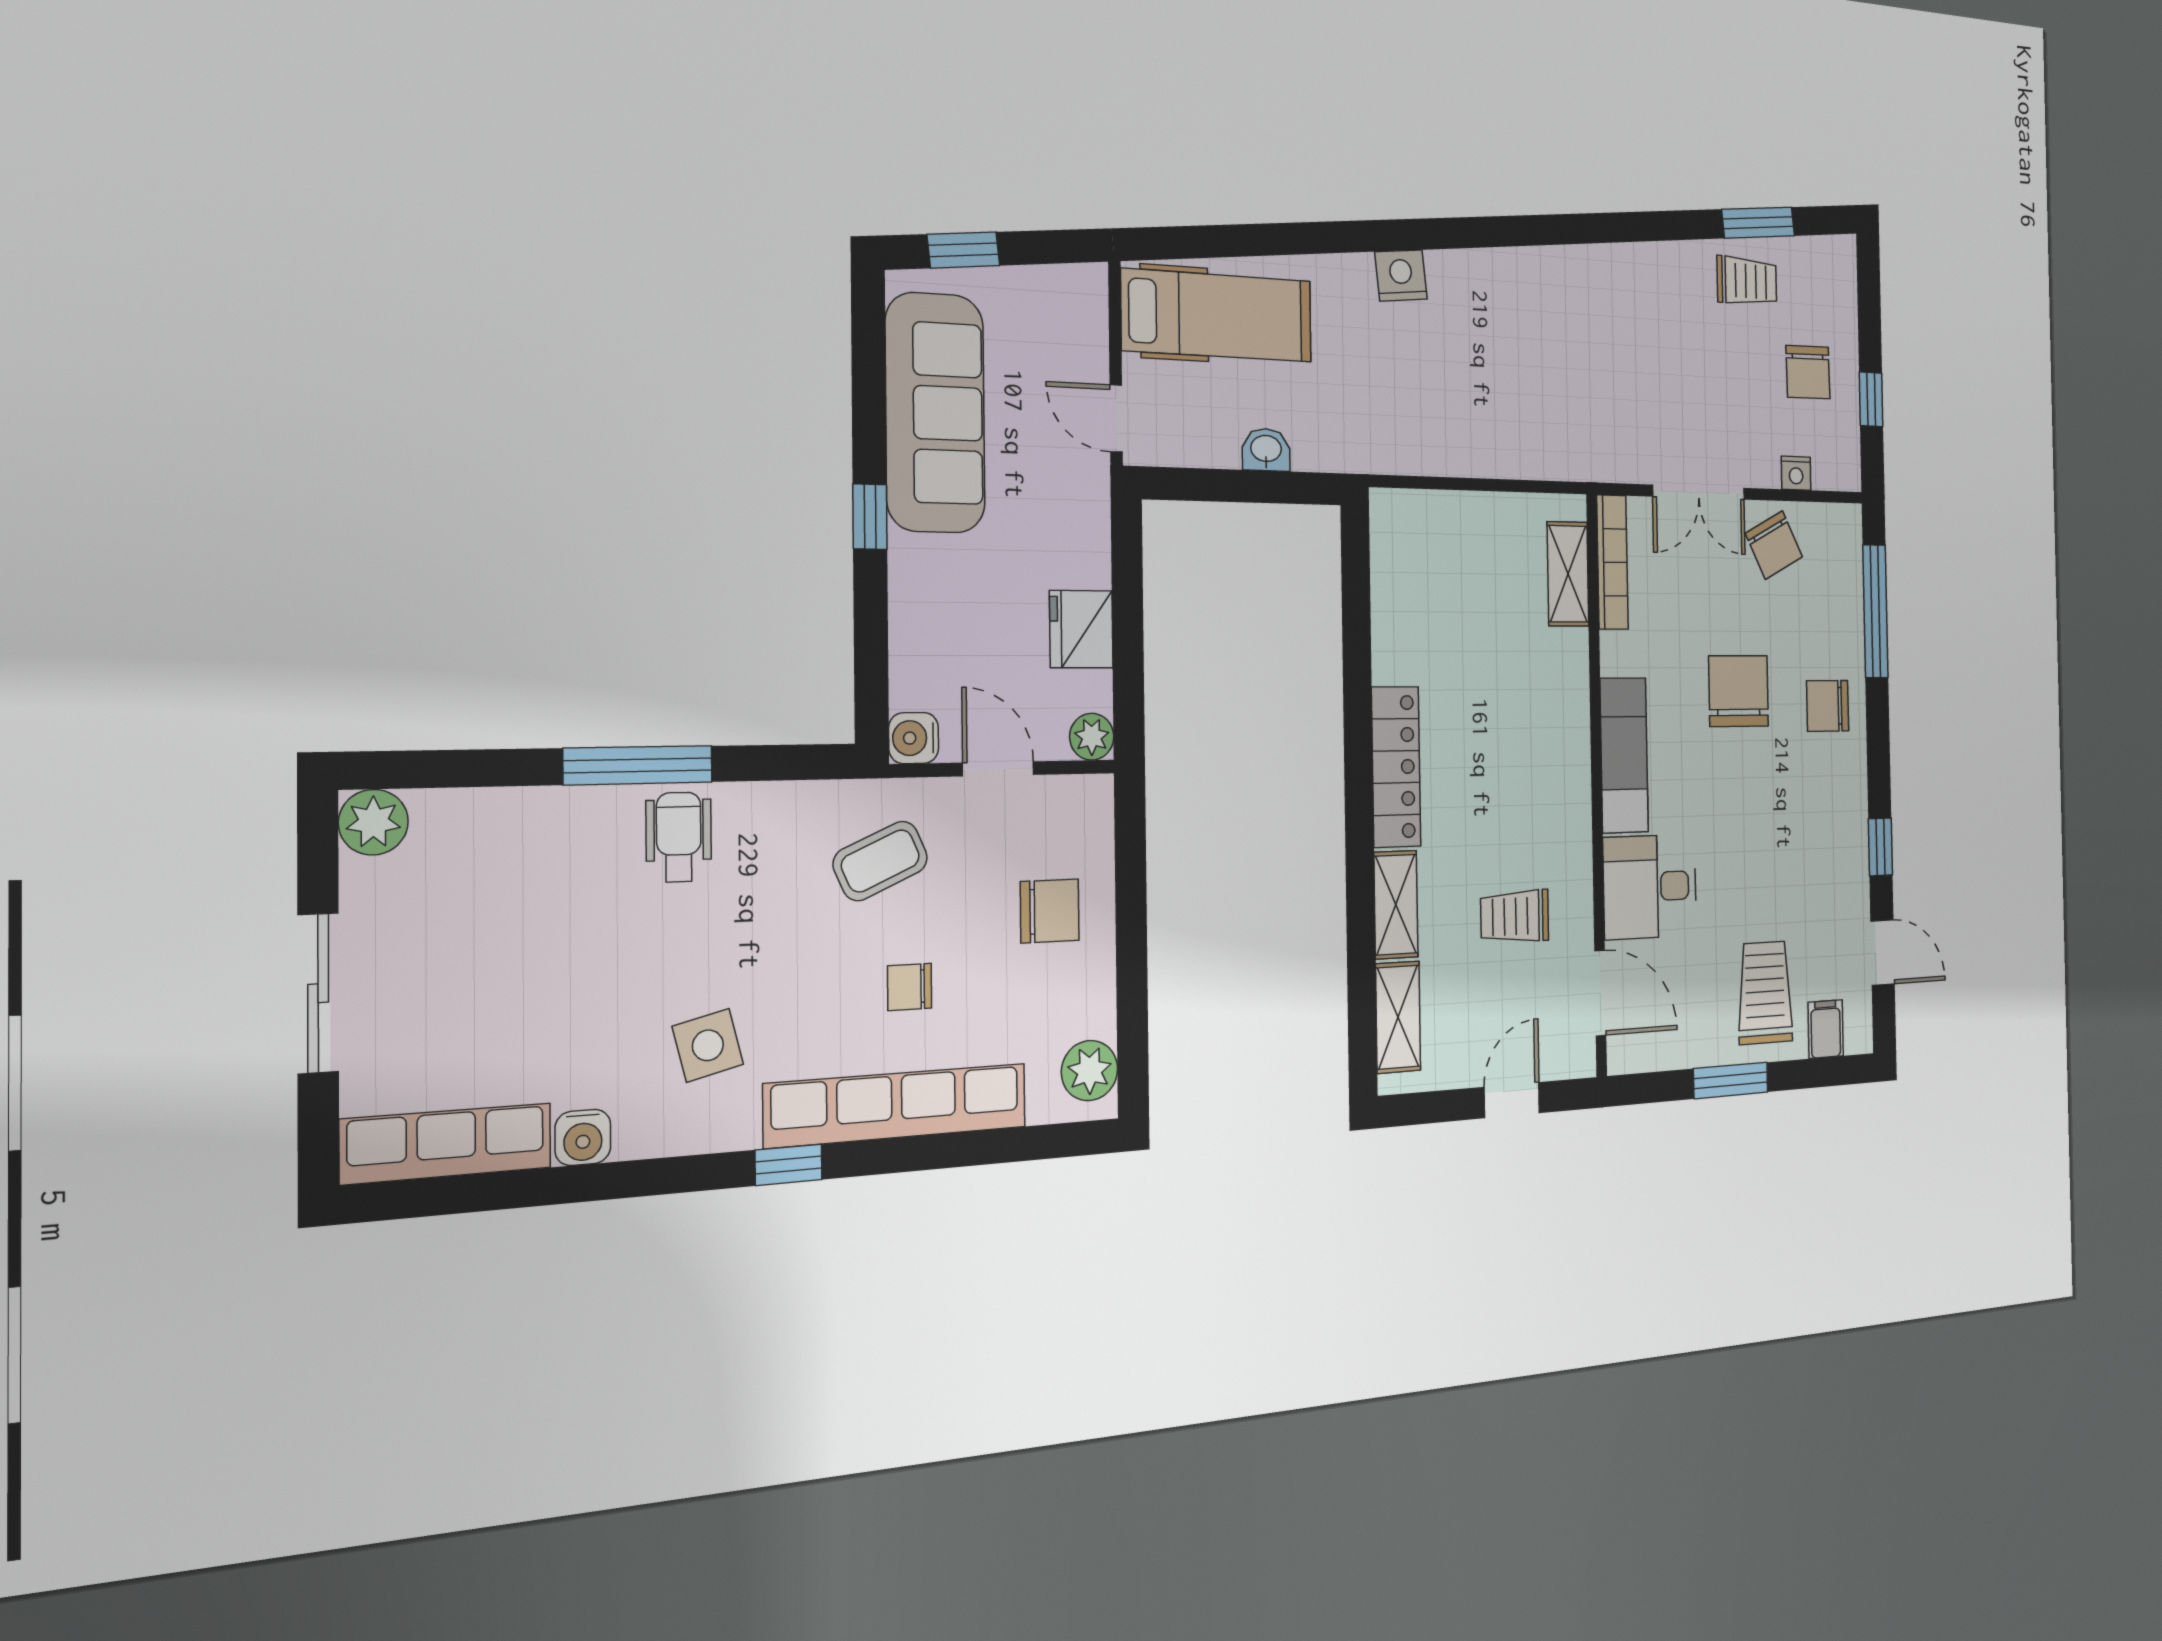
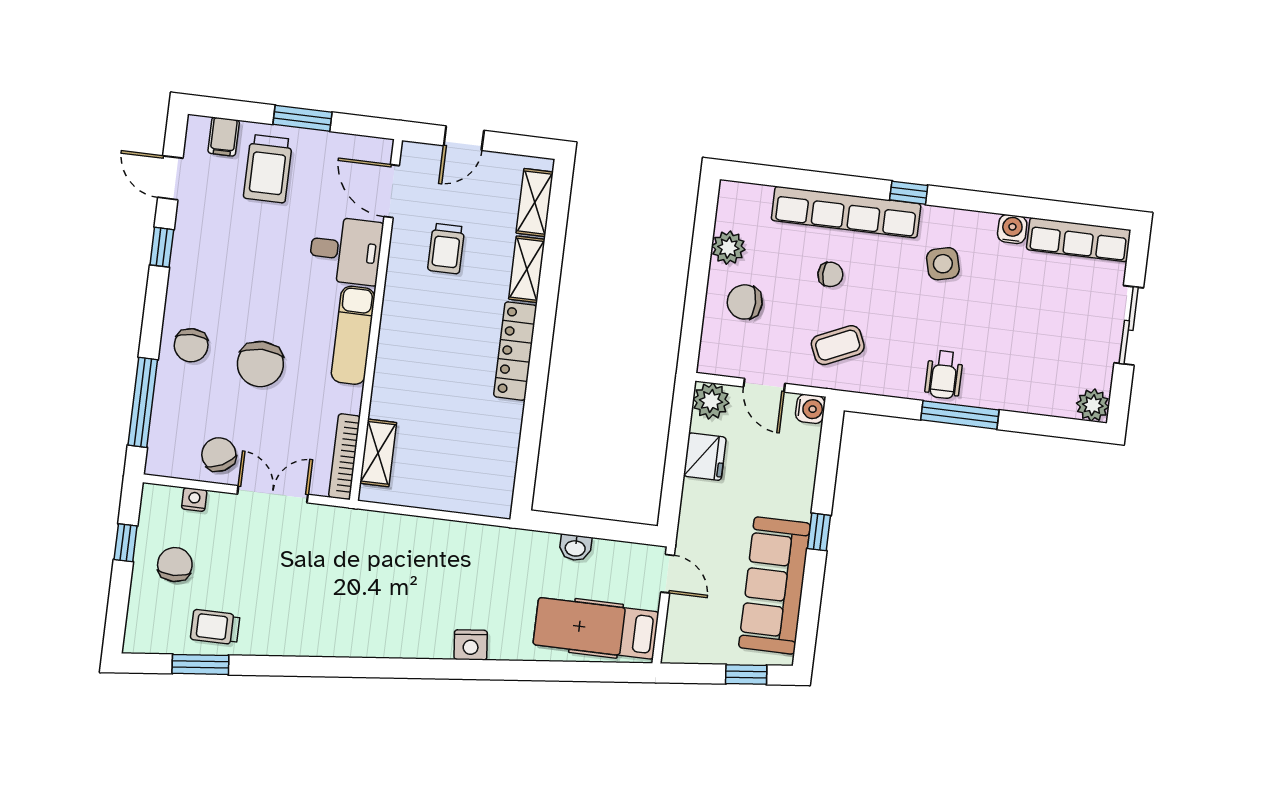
chair: (1828, 706) -> (191, 345), turned 90
plant: (1092, 737) -> (711, 401), width x1.38, depth x1.38
trolley: (1515, 916) -> (446, 249), turned 90
plant: (1090, 1071) -> (728, 248), moved

